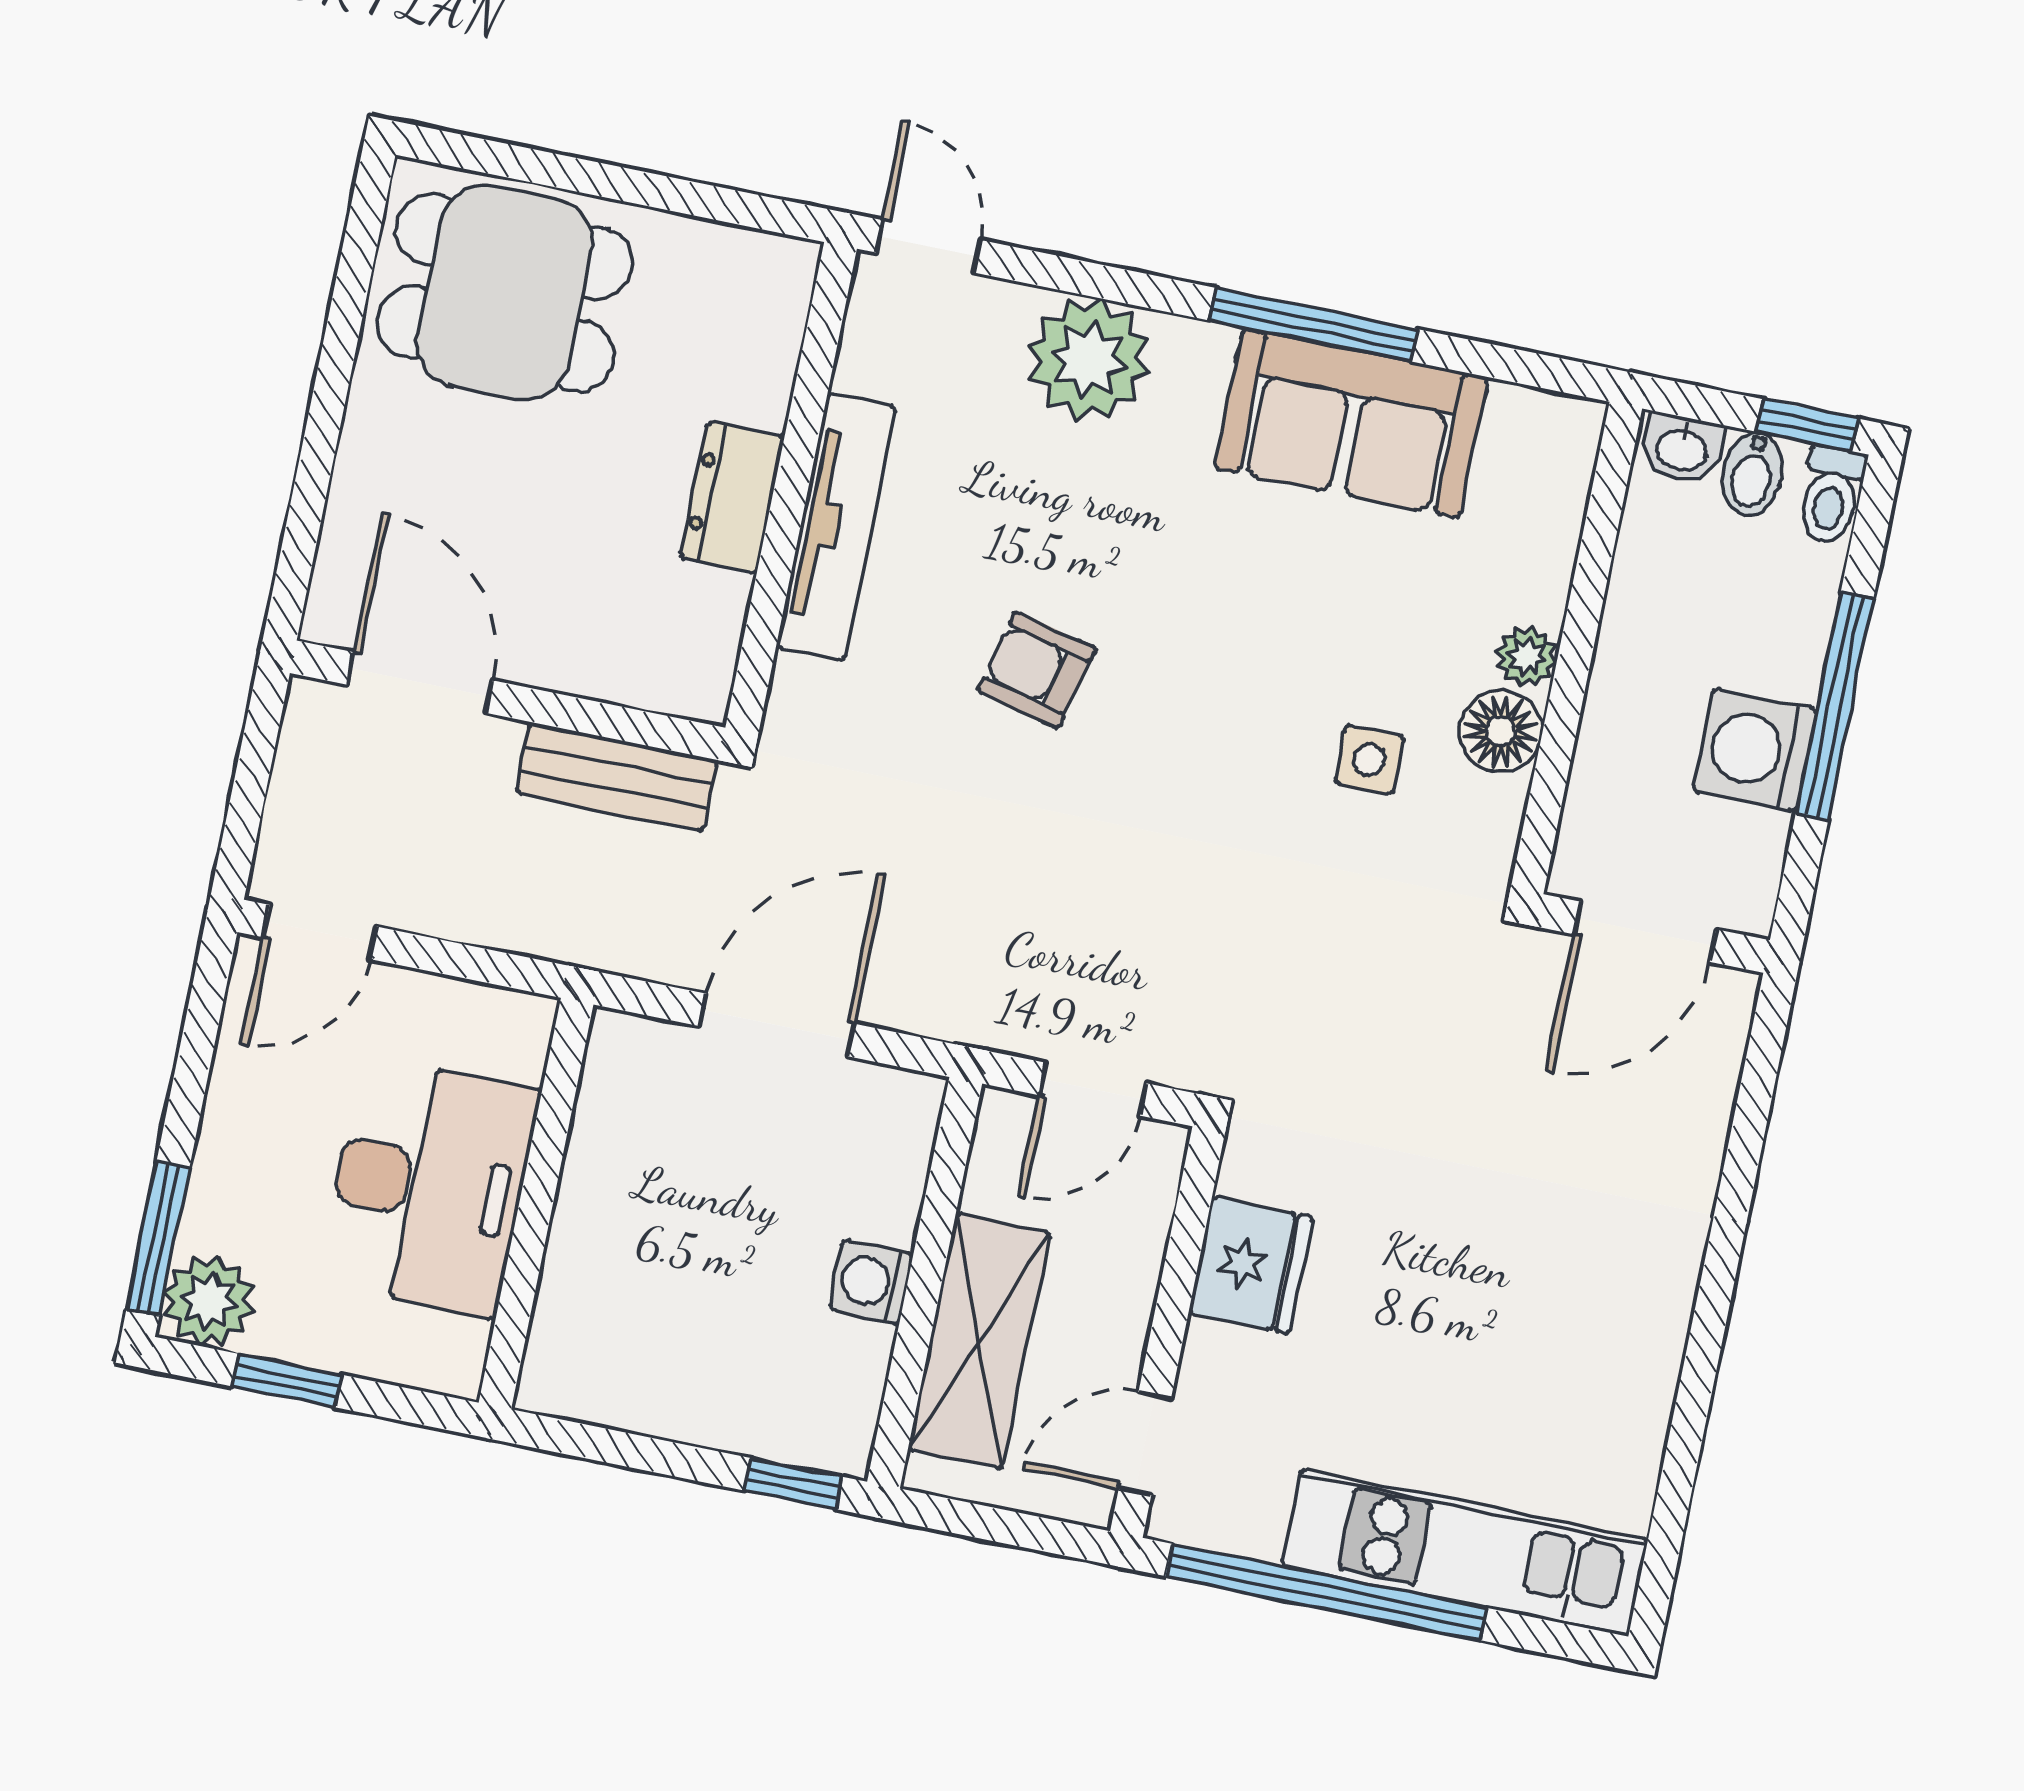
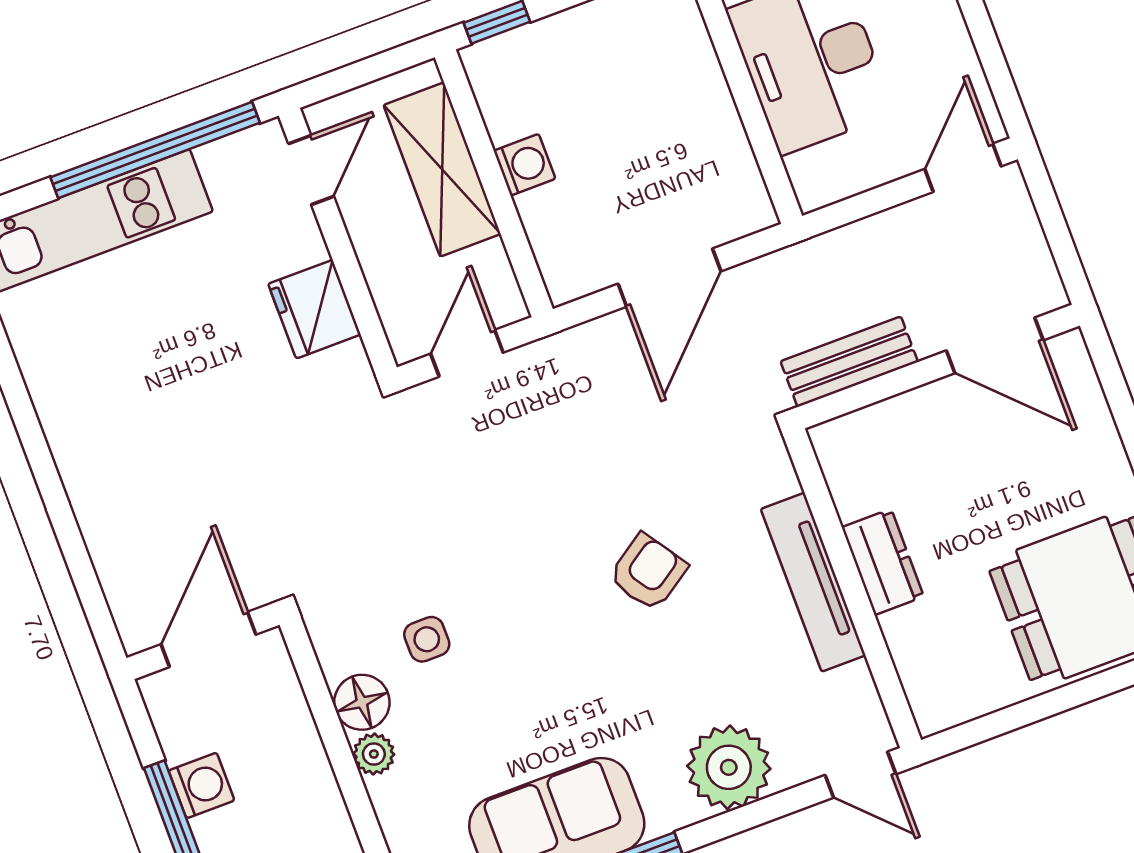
armchair: (1037, 670) -> (648, 572), turned -48
washing machine: (1755, 750) -> (201, 785), width x0.73, depth x0.73

